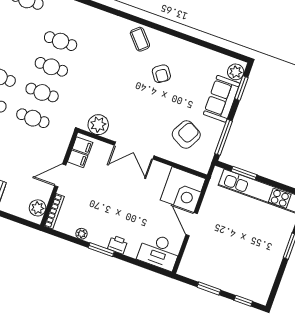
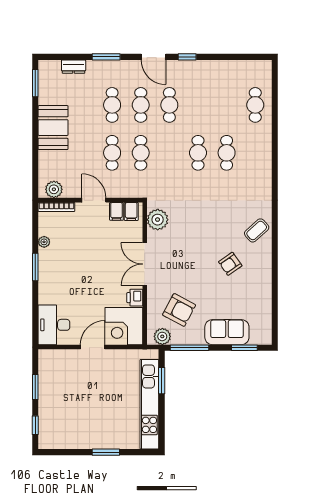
plant: (236, 72) -> (162, 336), moved
cafe table: (42, 92) -> (112, 153), moved
printer: (118, 245) -> (135, 298), moved, turned 180

